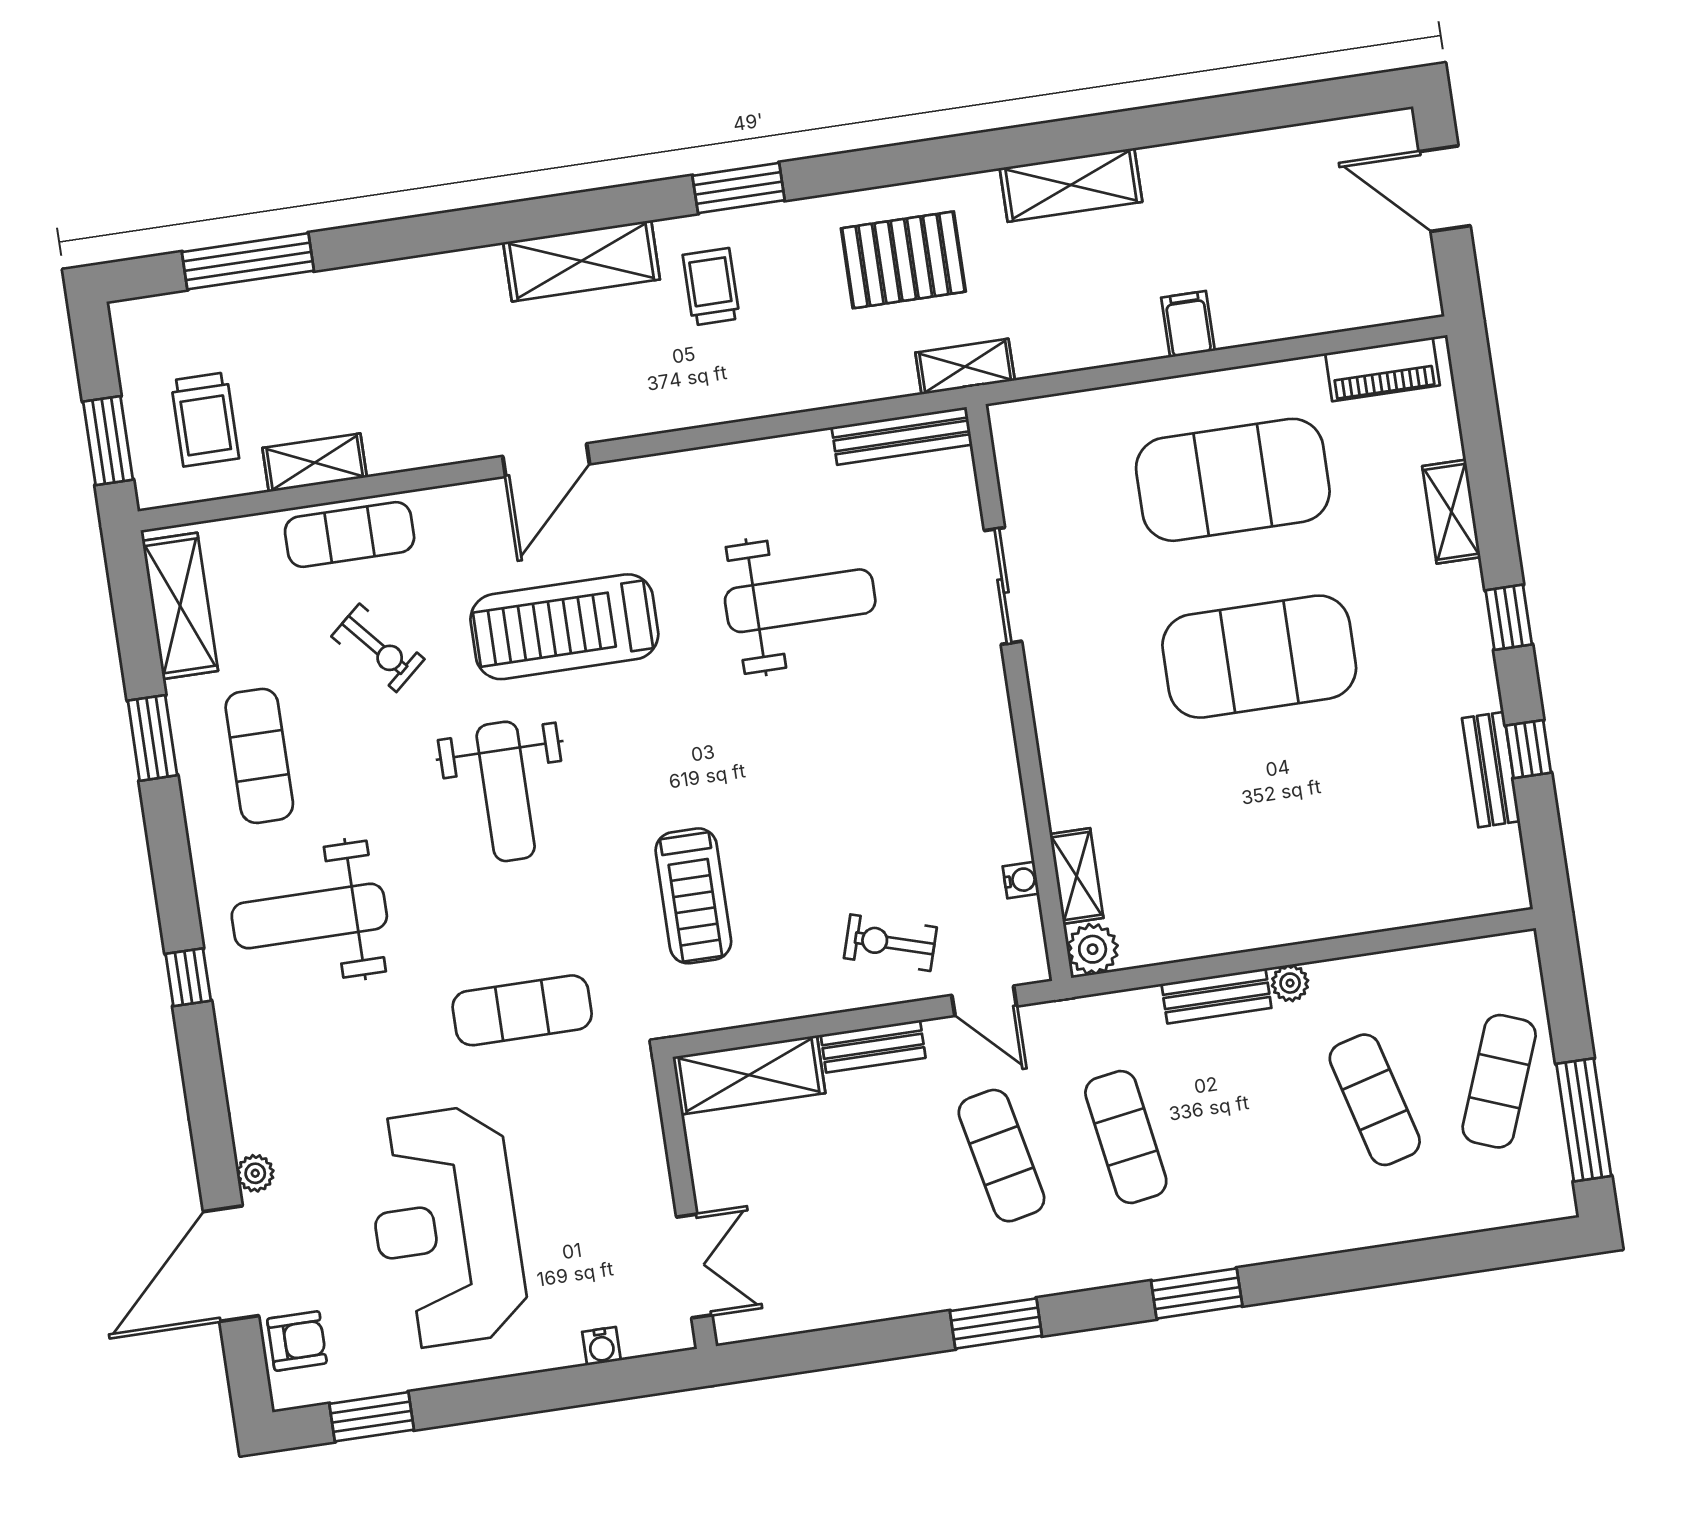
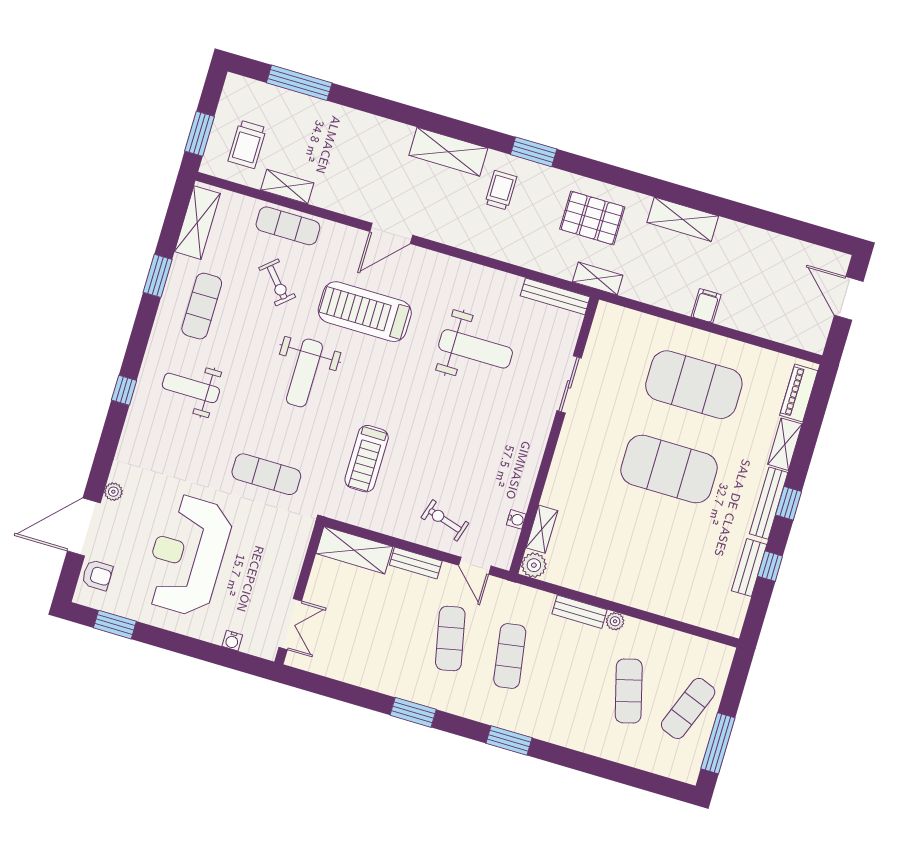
piano: (1382, 369) -> (799, 393), moved, turned 90
bench: (1472, 634) -> (769, 503), added
weight bench: (309, 916) -> (191, 388), width x0.73, depth x0.75

